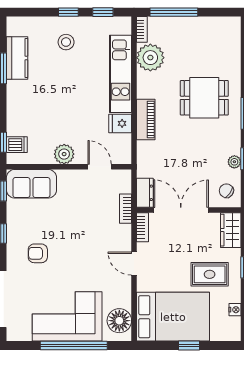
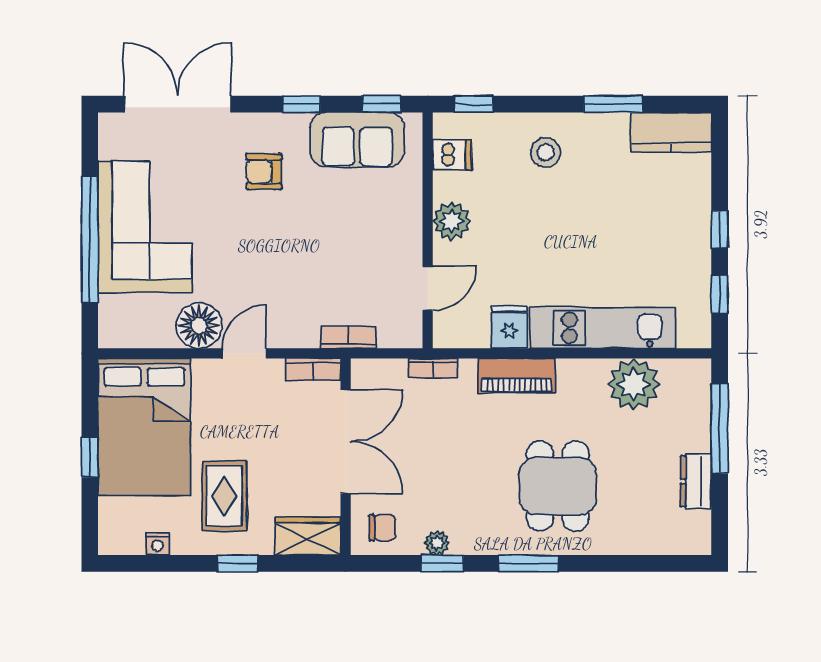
bookcase: (142, 29) -> (433, 368), moved
stool: (66, 42) -> (546, 152), moved
kitchen counter: (17, 58) -> (671, 132), moved
dishwasher: (17, 145) -> (452, 155), moved, turned -90
sofa: (31, 184) -> (357, 140), moved, turned -90
chair: (226, 191) -> (382, 528), turned 54
dresser: (145, 193) -> (696, 481), moved, turned 90
armchair: (38, 253) -> (264, 172), turned -90
floor lamp: (119, 321) -> (199, 326), moved

